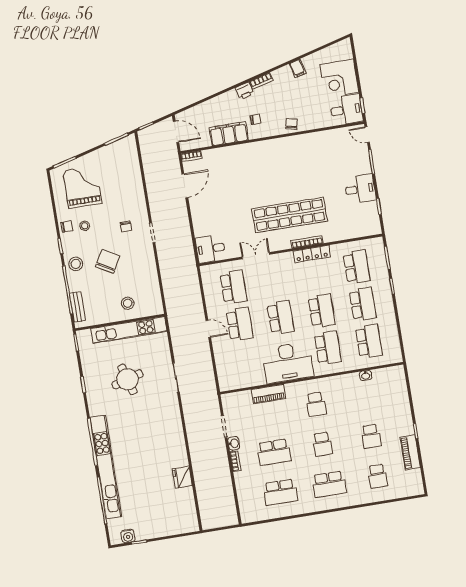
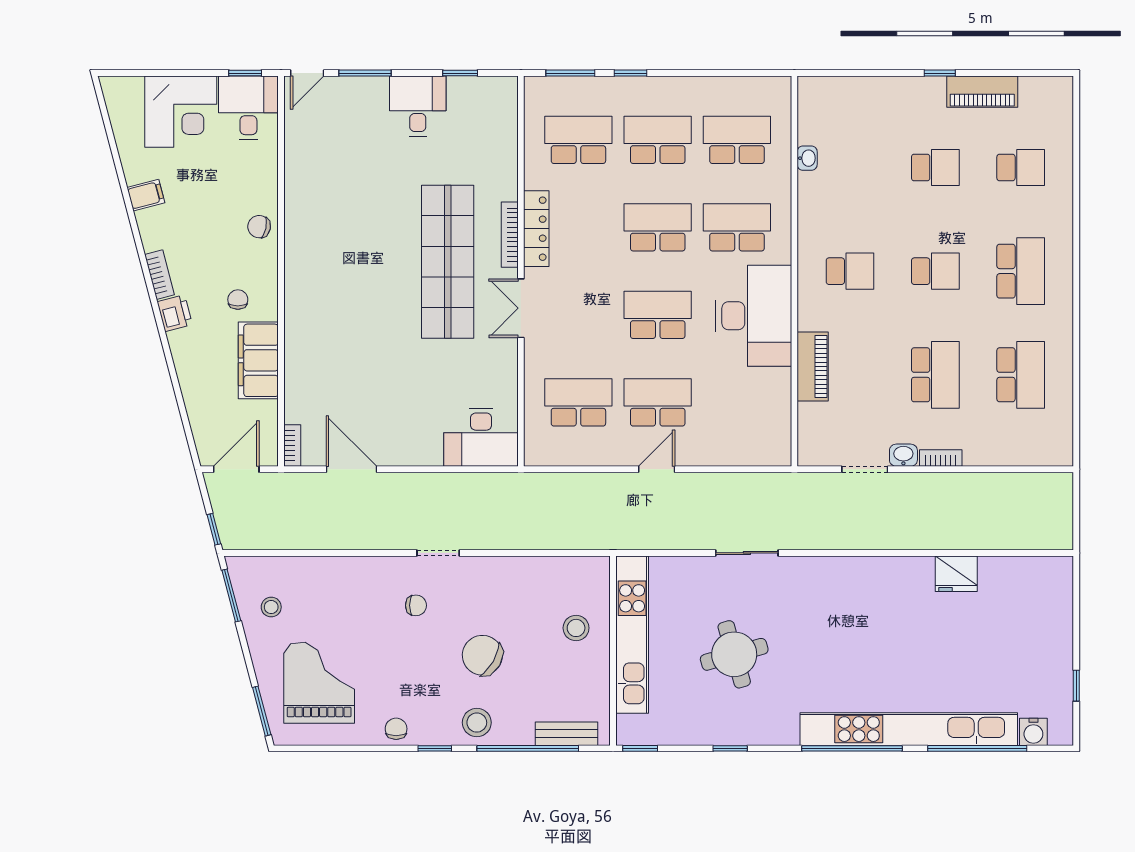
grand piano: (82, 187) -> (319, 683), turned 90
stool: (85, 226) -> (271, 607), moved
desk: (211, 249) -> (481, 437), width x1.37
double door: (256, 256) -> (521, 308), moved
water cooler: (128, 536) -> (1033, 732), moved, turned 90

